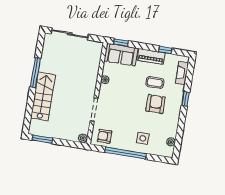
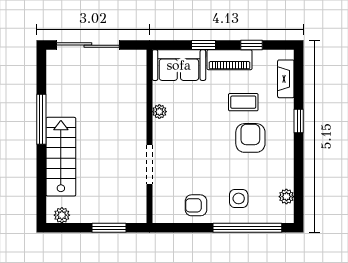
window: (121, 42) -> (204, 45), moved
armchair: (105, 136) -> (196, 205), moved
plant: (83, 138) -> (62, 215), moved
window: (42, 139) -> (109, 228), moved
window: (126, 153) -> (247, 228), moved

